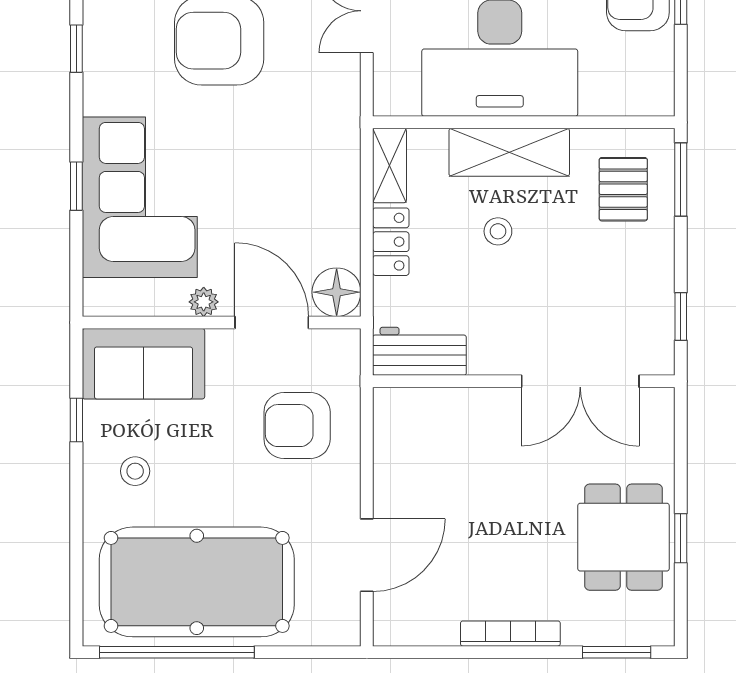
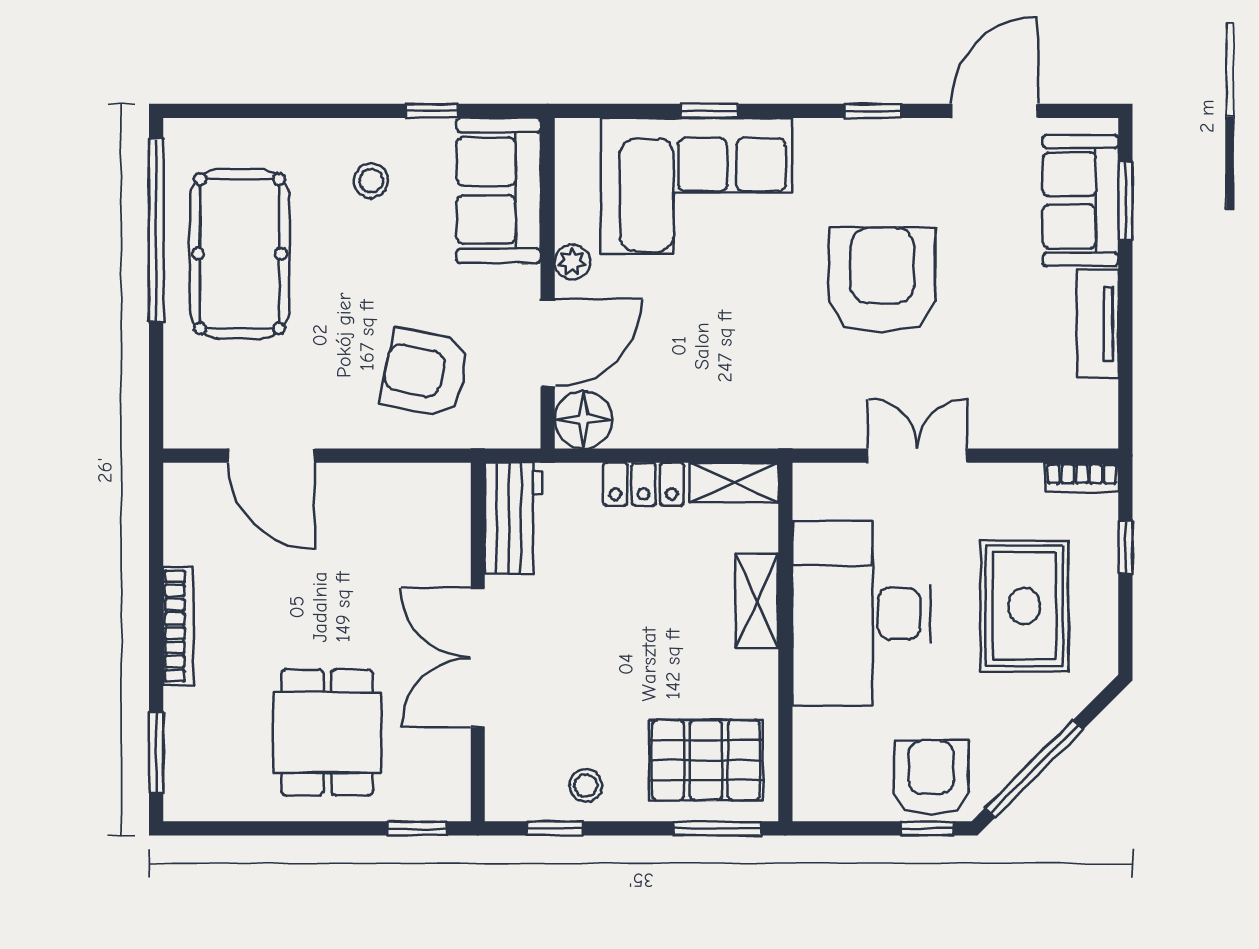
shelving: (509, 152) -> (757, 601), width x0.67, depth x0.75
pallet: (623, 189) -> (706, 760), width x1.50, depth x1.42
stool: (498, 231) -> (586, 785), moved
double door: (580, 381) -> (478, 658), moved
armchair: (297, 426) -> (425, 373), turned -78
dining table: (624, 537) -> (327, 732), moved, turned 90
window: (681, 538) -> (417, 828), moved
pool table: (197, 582) -> (240, 254), width x0.73, depth x0.76

